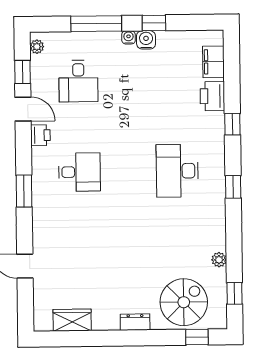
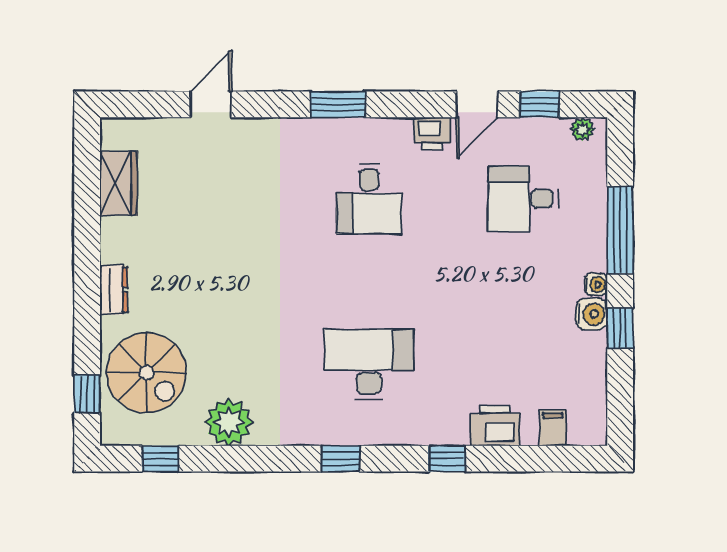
filing cabinet: (213, 62) -> (553, 428), width x0.50
plant: (219, 260) -> (229, 422), width x1.88, depth x1.88

